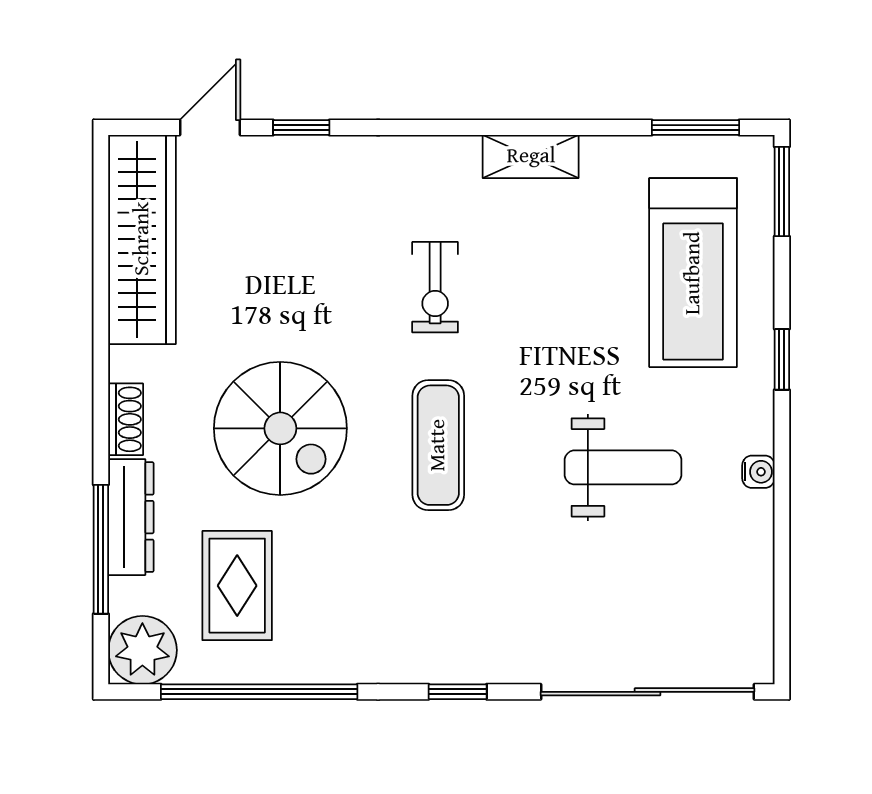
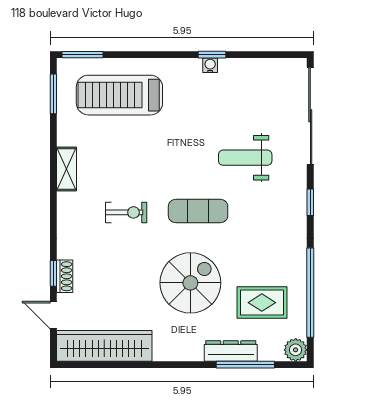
treadmill: (693, 273) -> (119, 95), turned 180
window: (782, 359) -> (212, 55), moved
shoe rack: (126, 419) -> (65, 276), moved, turned 90
weight bench: (623, 467) -> (245, 158), moved, turned -90
plant: (142, 650) -> (296, 350), width x0.73, depth x0.73

